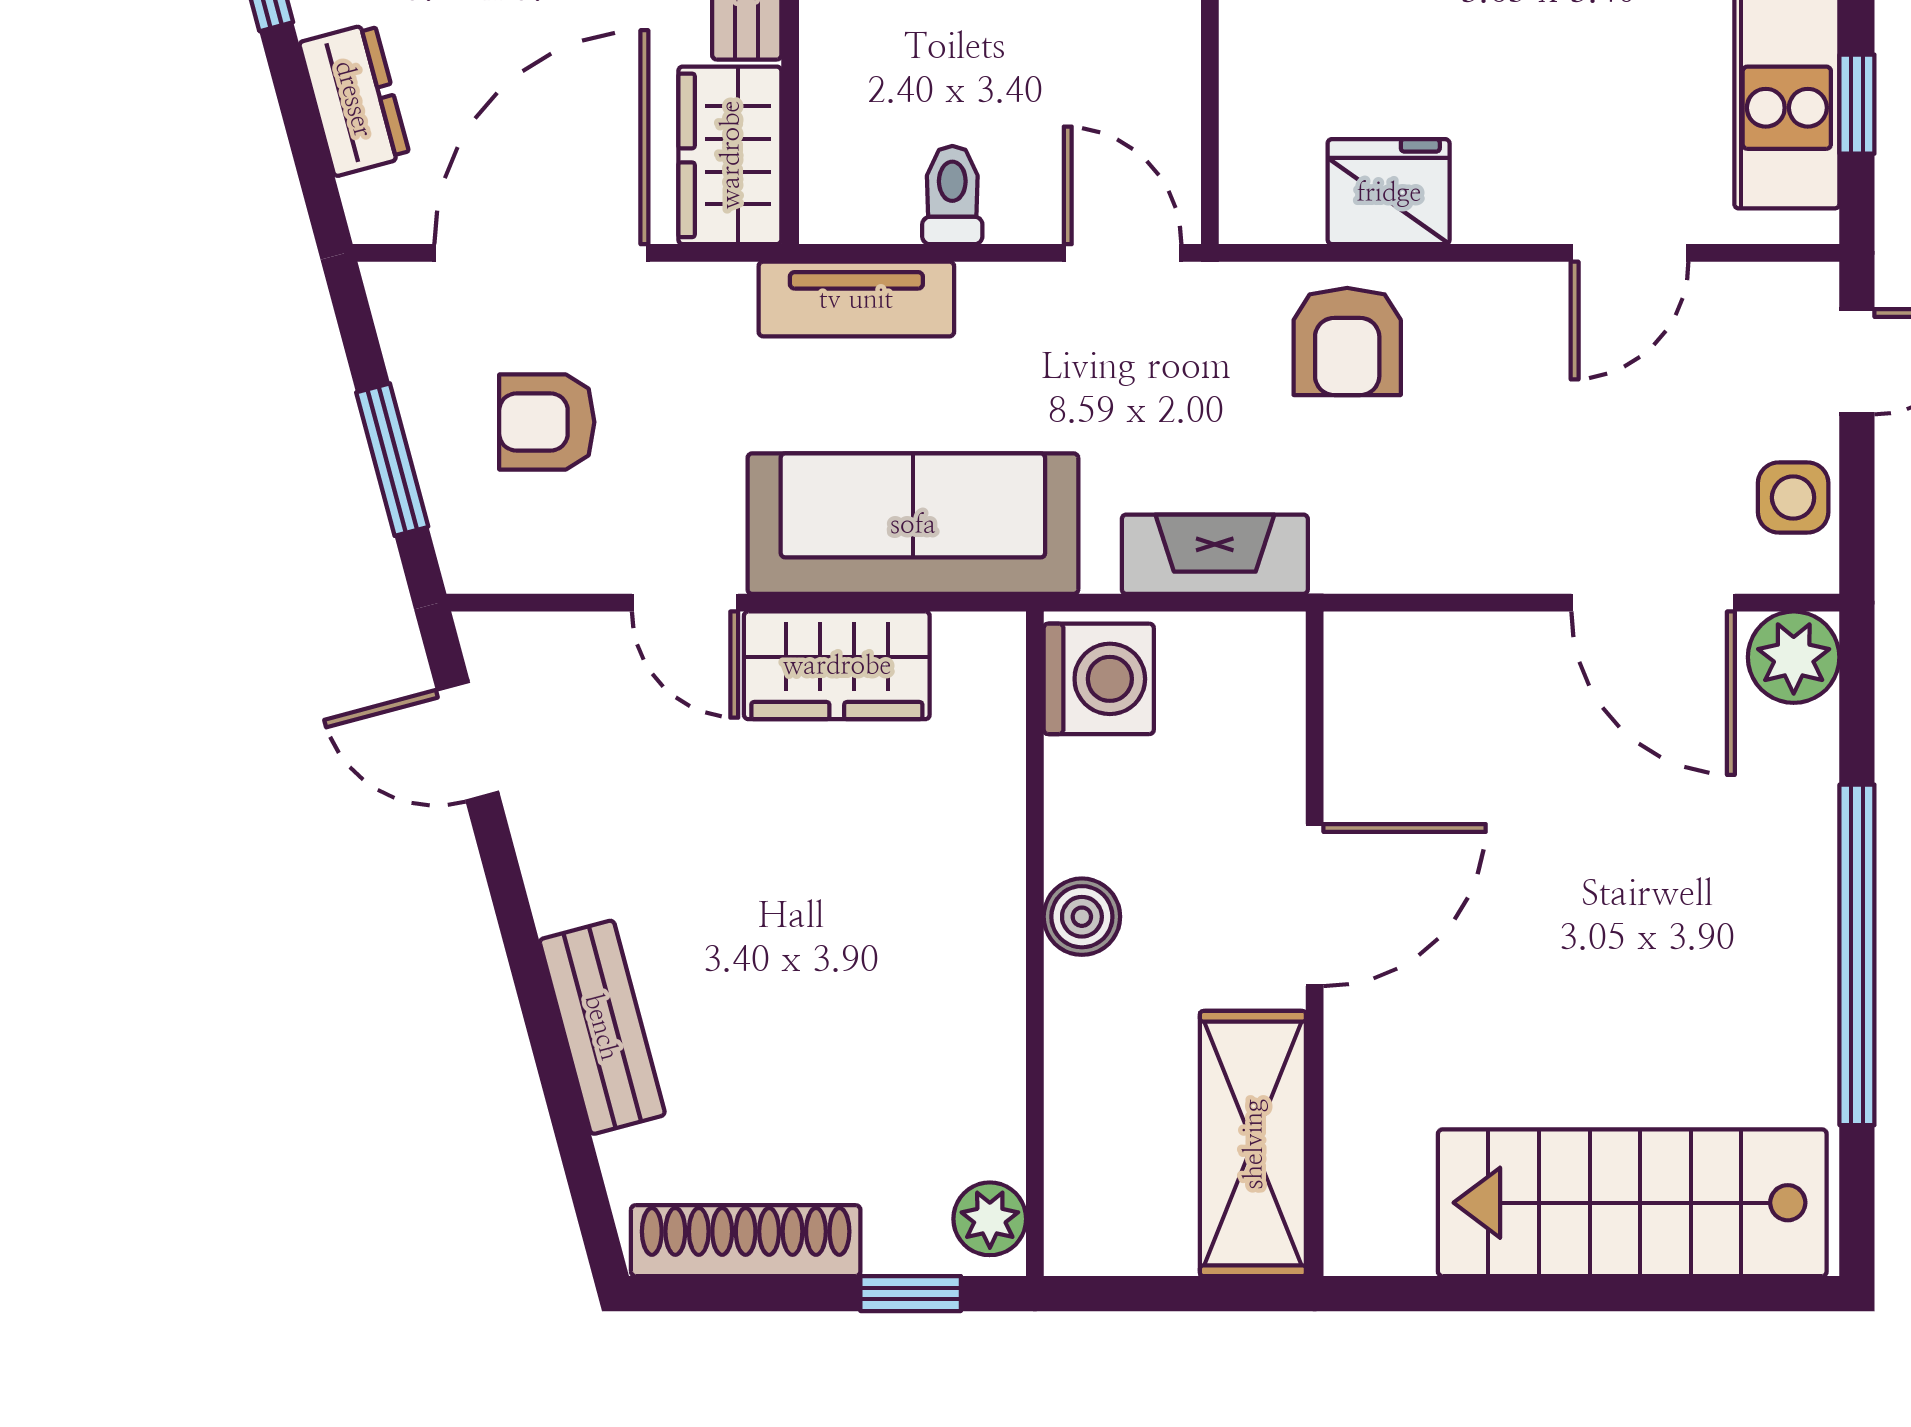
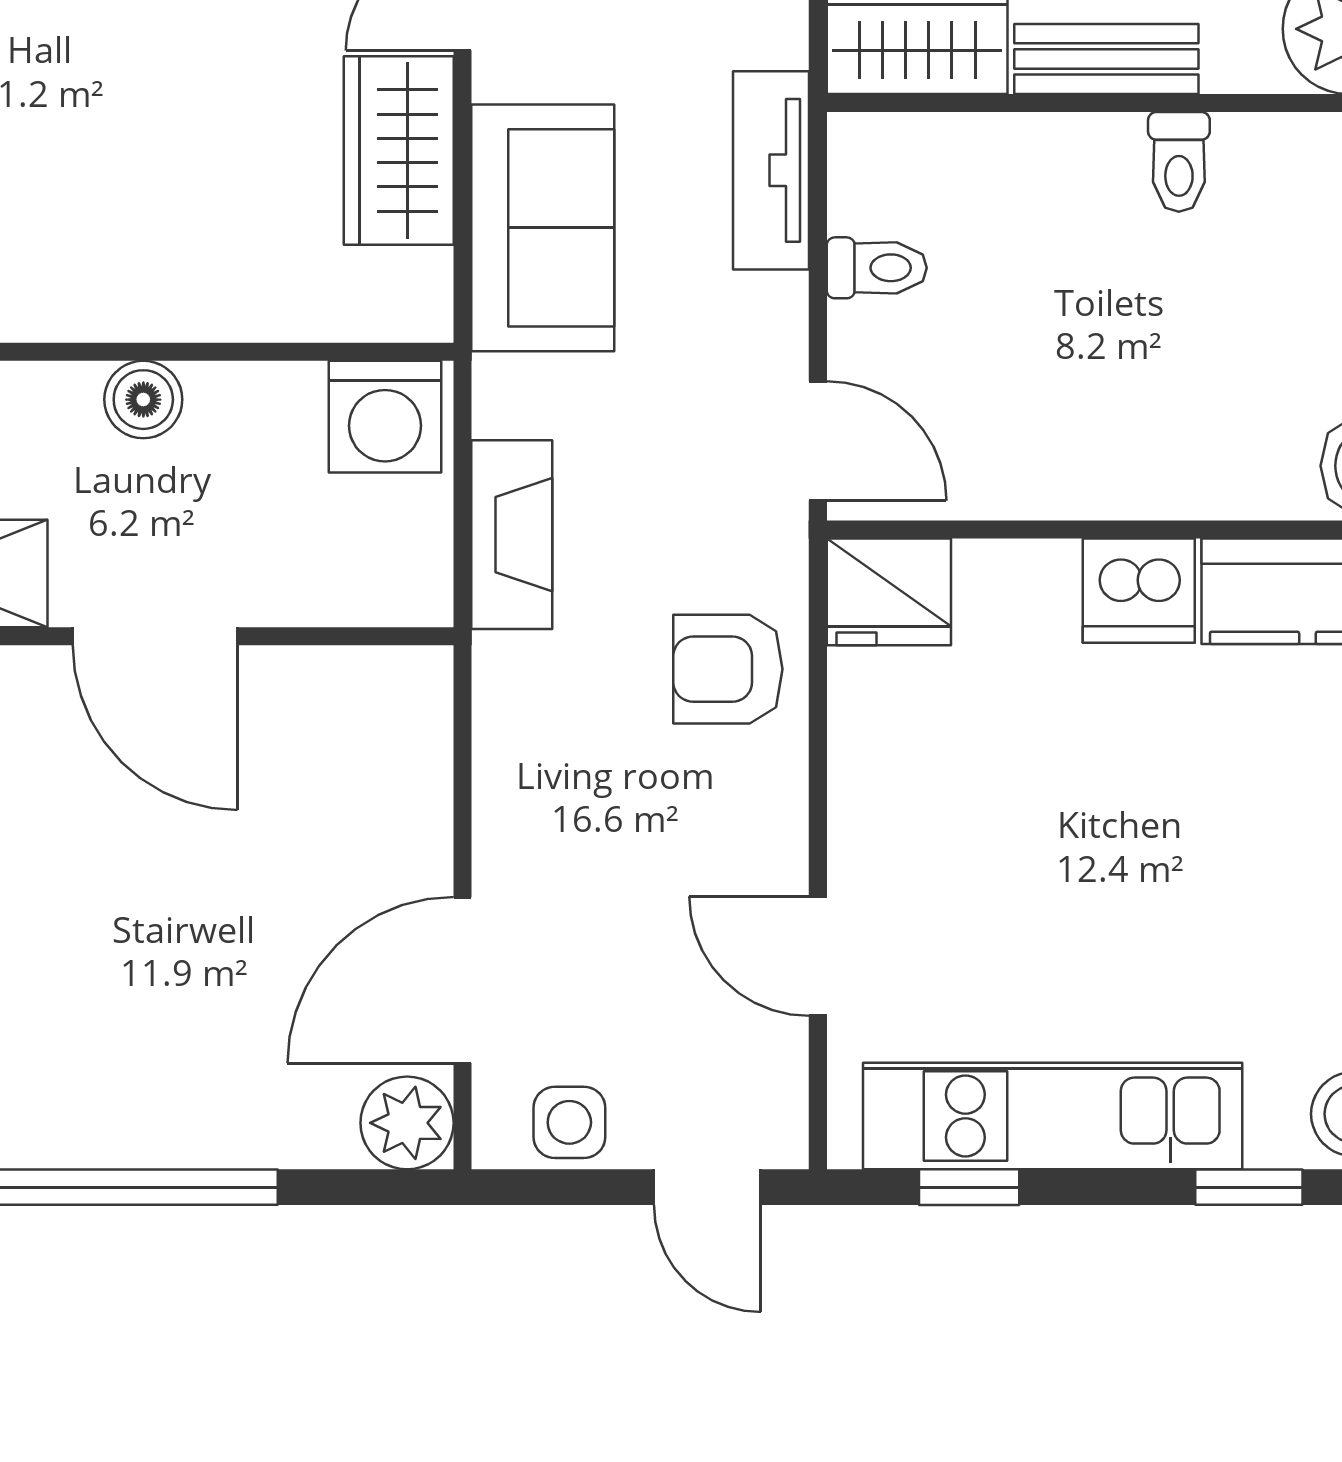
fridge: (1389, 192) -> (889, 592), moved, turned 90
door: (1123, 253) -> (818, 441), hinge flipped
sofa: (913, 524) -> (543, 228), width x0.73

